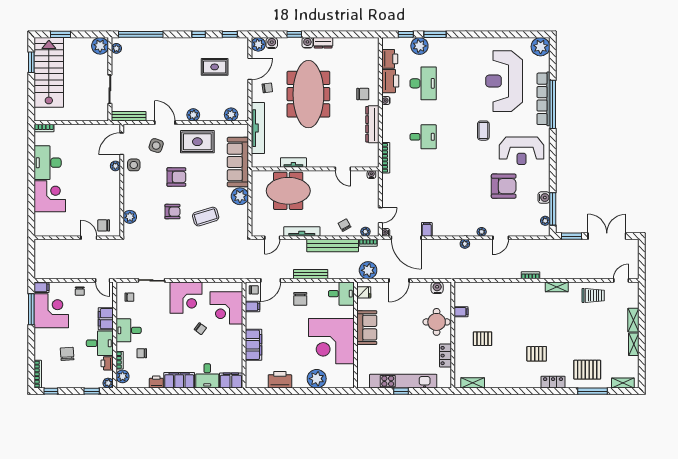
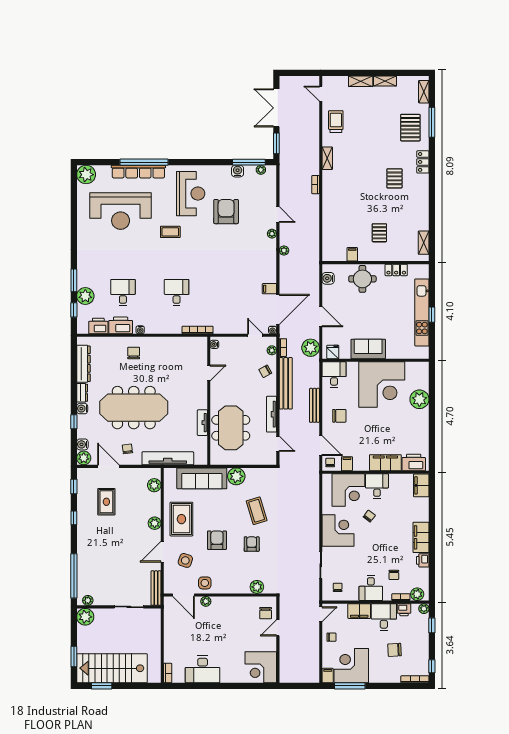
desk: (423, 83) -> (123, 292), width x0.73
dresser: (372, 124) -> (83, 364), moved, turned -90
corner desk: (50, 196) -> (261, 667), moved, turned -90
desk: (207, 376) -> (377, 486), moved, turned -90
printer: (280, 380) -> (414, 462), moved, turned 90

